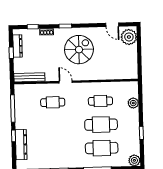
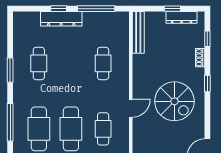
door: (66, 82) -> (131, 108), moved
dresser: (21, 145) -> (61, 19), moved
cafe table: (54, 149) -> (39, 63), added

